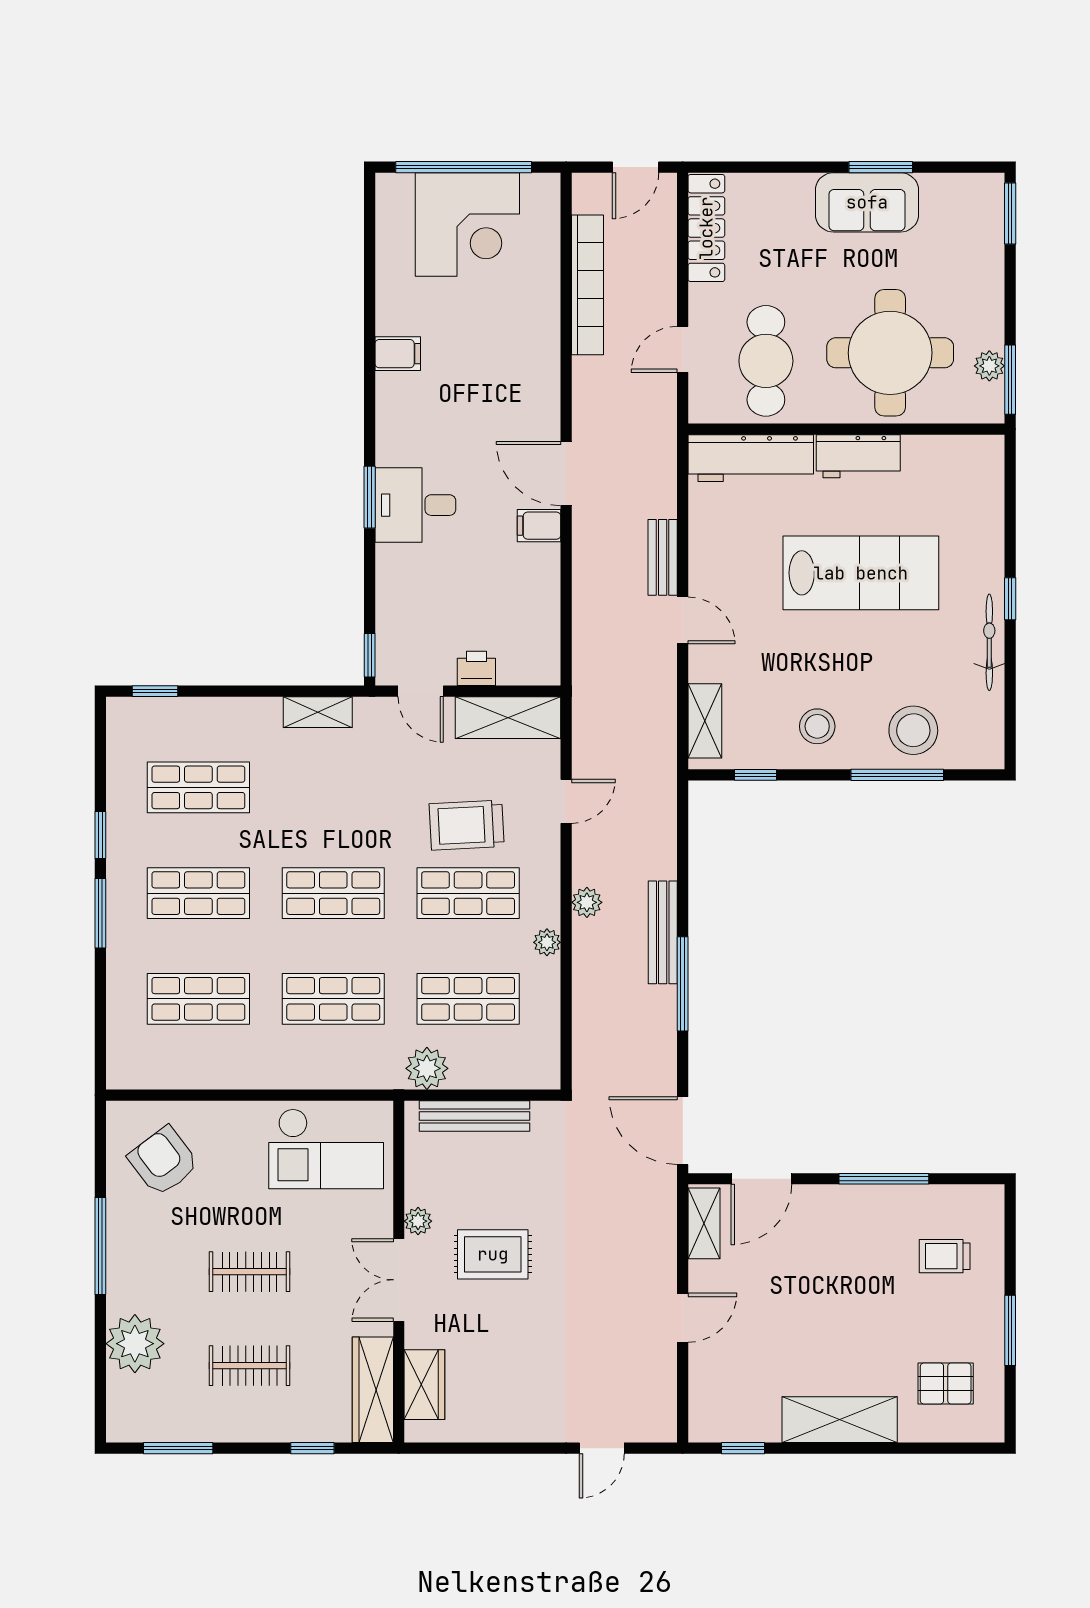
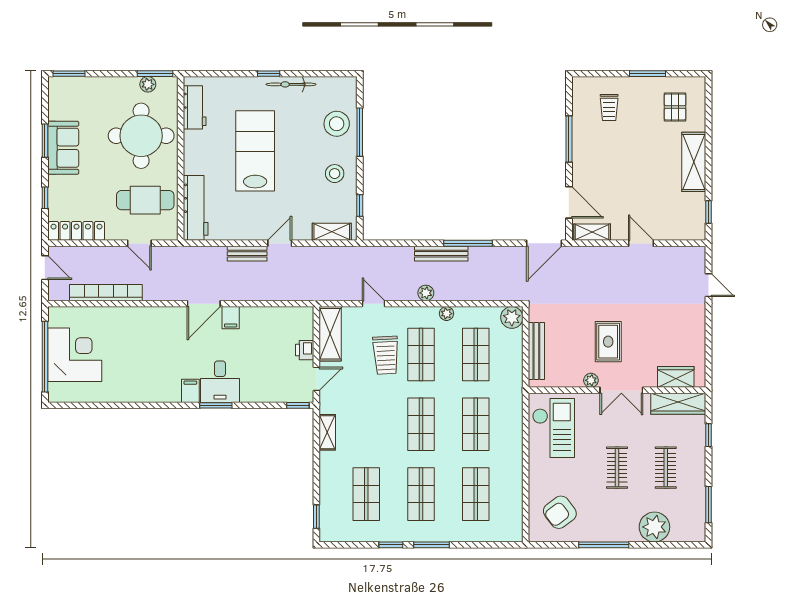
window: (770, 167) -> (45, 198), added
filing cabinet: (398, 354) -> (190, 391), moved
workbench: (858, 456) -> (195, 107), moved
plant: (427, 1068) -> (512, 317), moved

